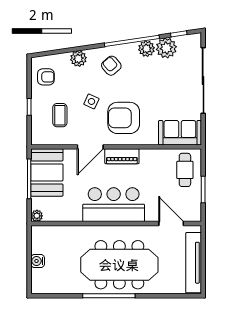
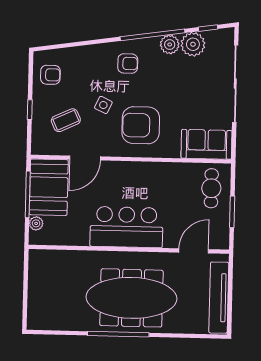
plant: (78, 59) -> (89, 54), removed
armchair: (111, 66) -> (128, 63), turned 131
coffee table: (60, 115) -> (66, 120), turned 65
door: (90, 147) -> (85, 158), moved
piano: (122, 156) -> (138, 170), removed
plant: (37, 216) -> (36, 223), moved
door: (171, 224) -> (194, 251), hinge flipped
water cooler: (38, 261) -> (35, 291), removed

